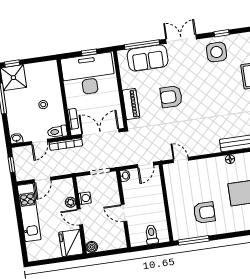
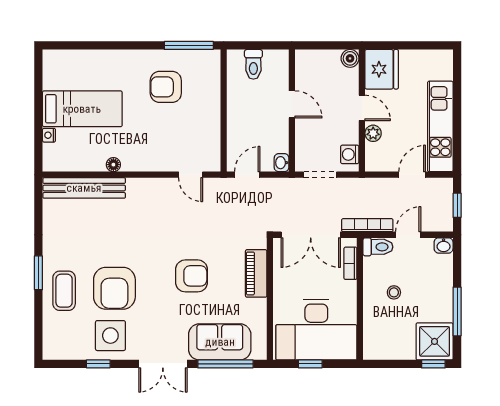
armchair: (218, 82) -> (114, 288), added
washing machine: (85, 198) -> (350, 154), moved

